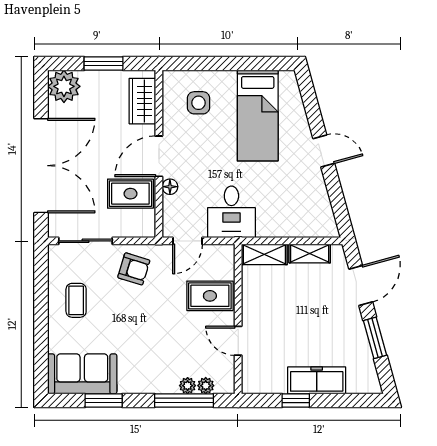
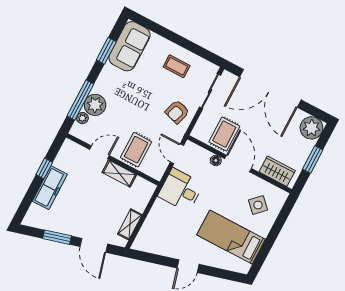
side table: (199, 103) -> (258, 205), turned 45
shelving: (264, 254) -> (119, 174), moved, turned 90
plant: (188, 386) -> (95, 105), width x1.87, depth x1.87

